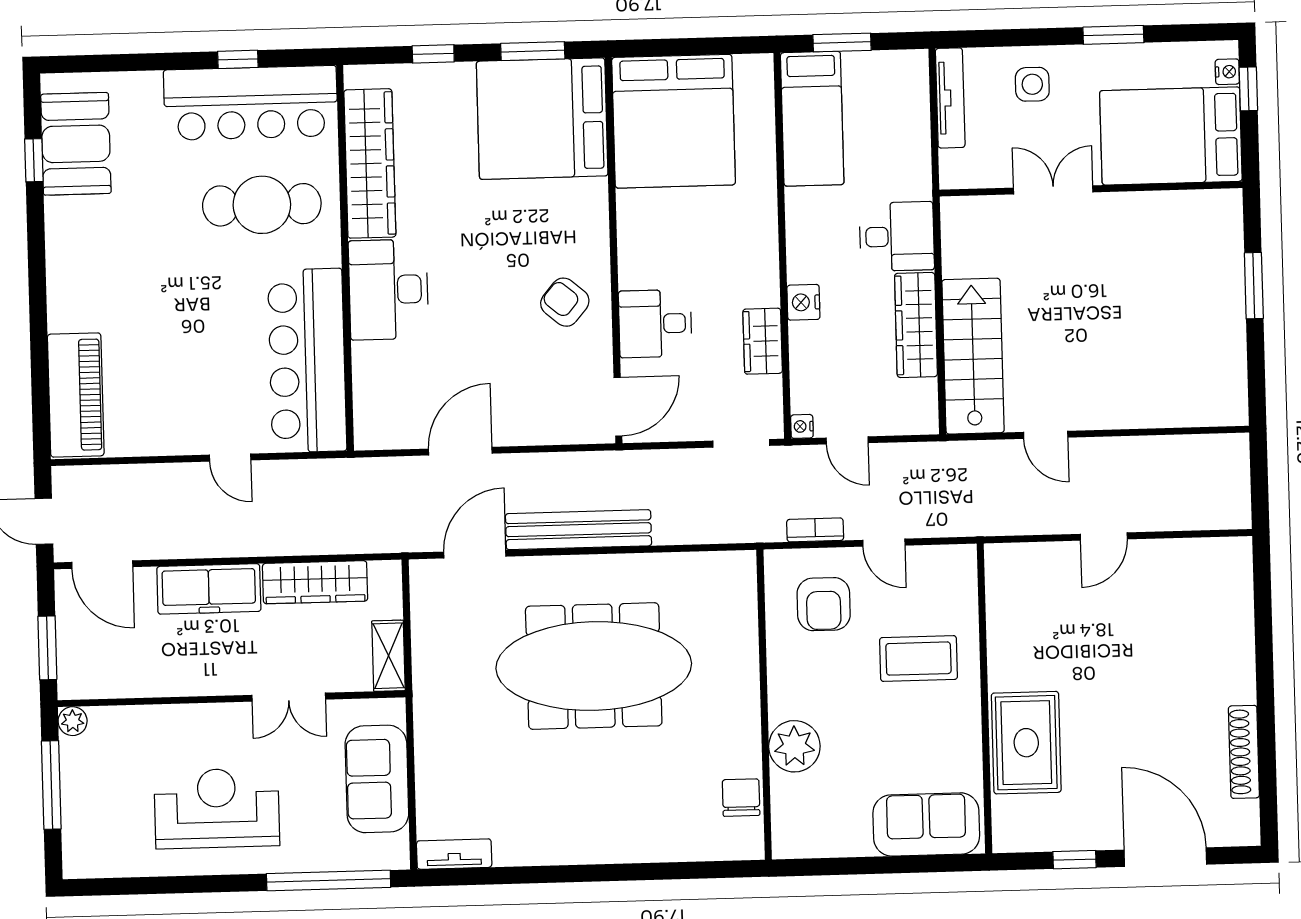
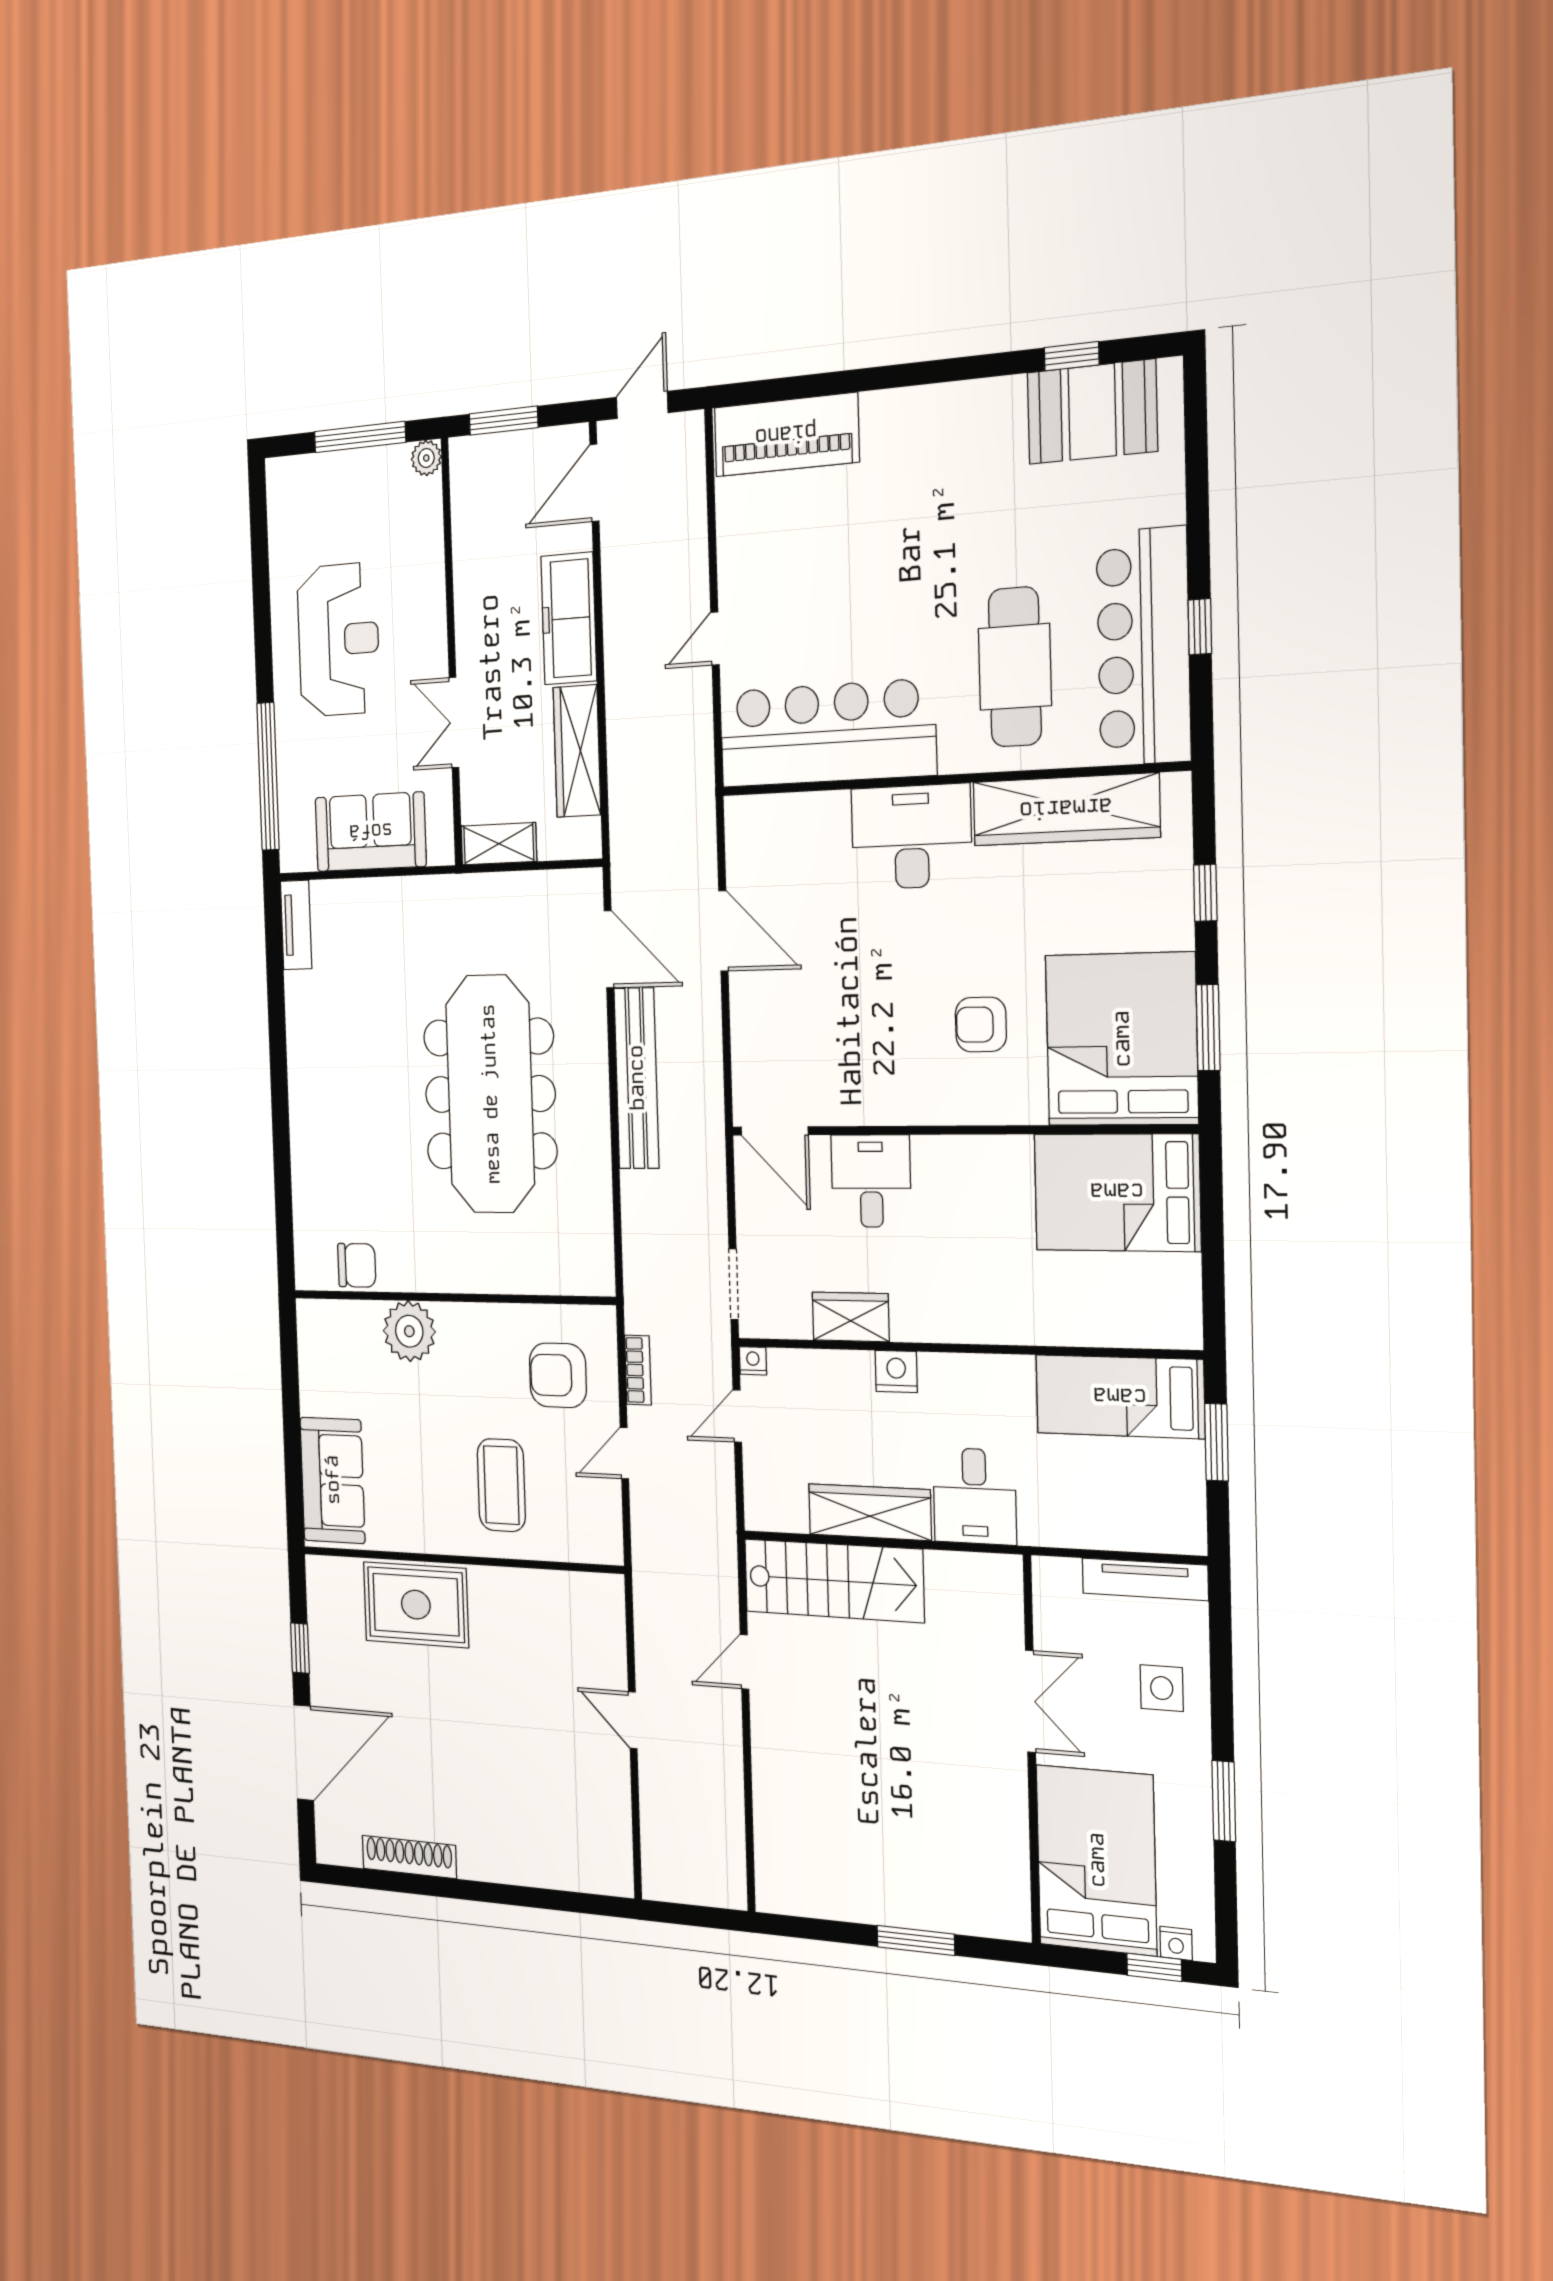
bed: (674, 121) -> (1117, 1192), width x0.73
armchair: (565, 302) -> (981, 1024), moved, turned -130

